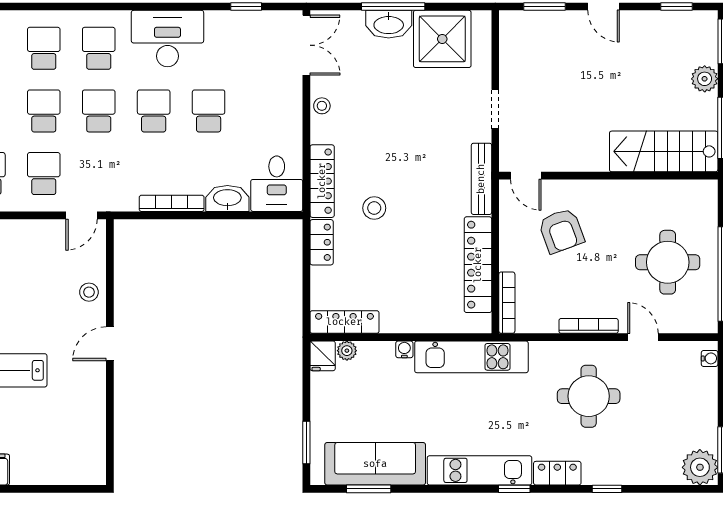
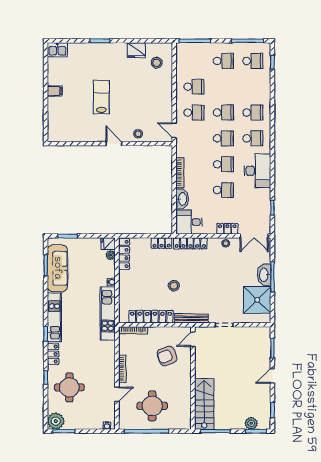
plant: (705, 79) -> (251, 423), moved
locker: (291, 102) -> (227, 229), added
stool: (374, 208) -> (174, 286), moved
round table: (589, 396) -> (69, 387), moved

